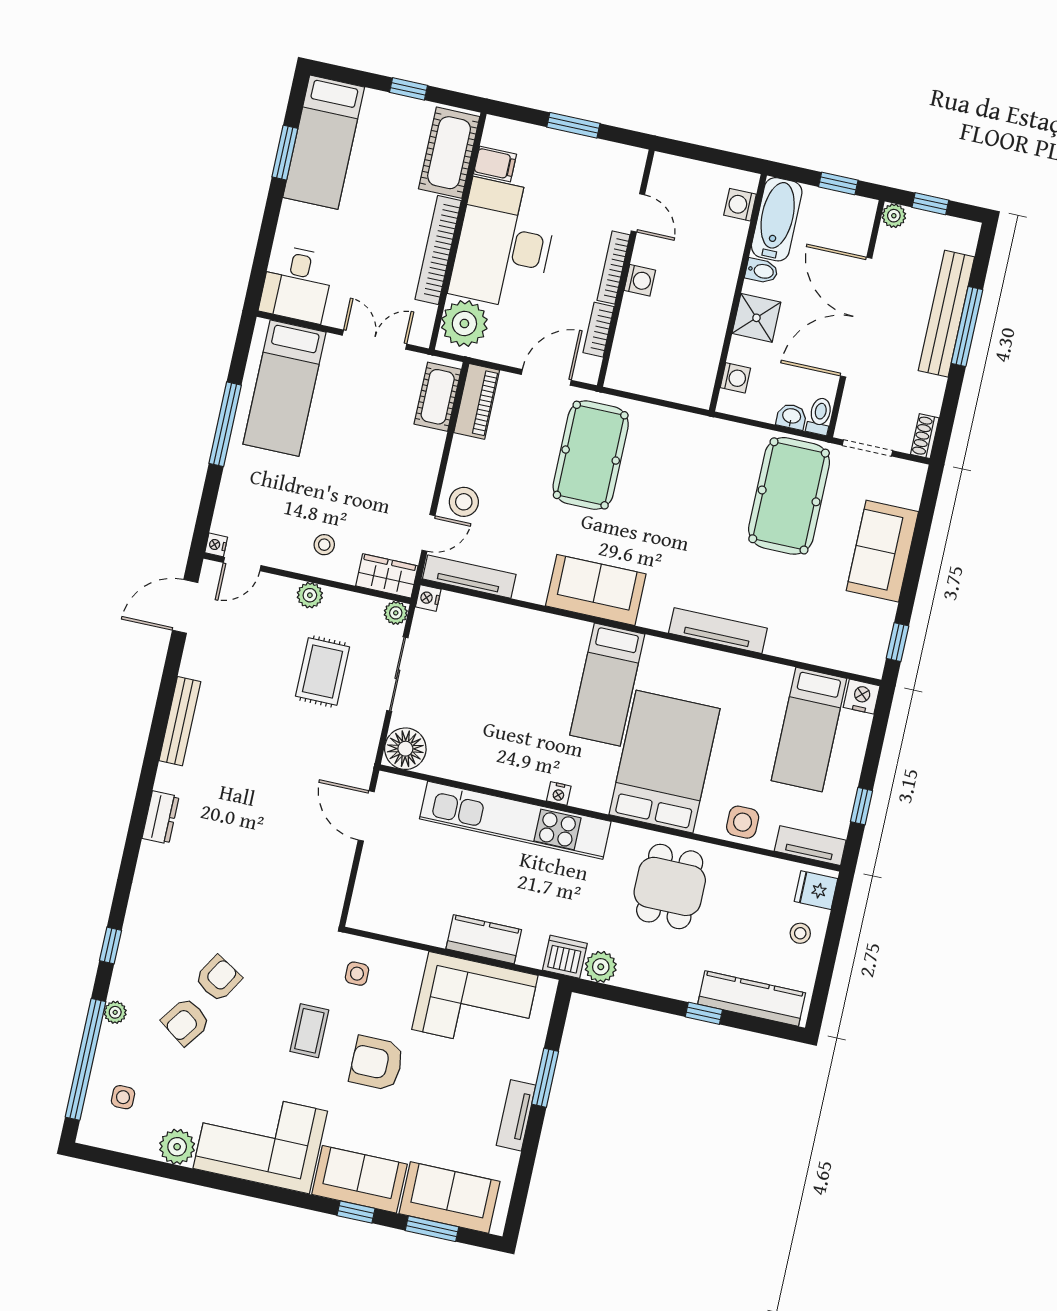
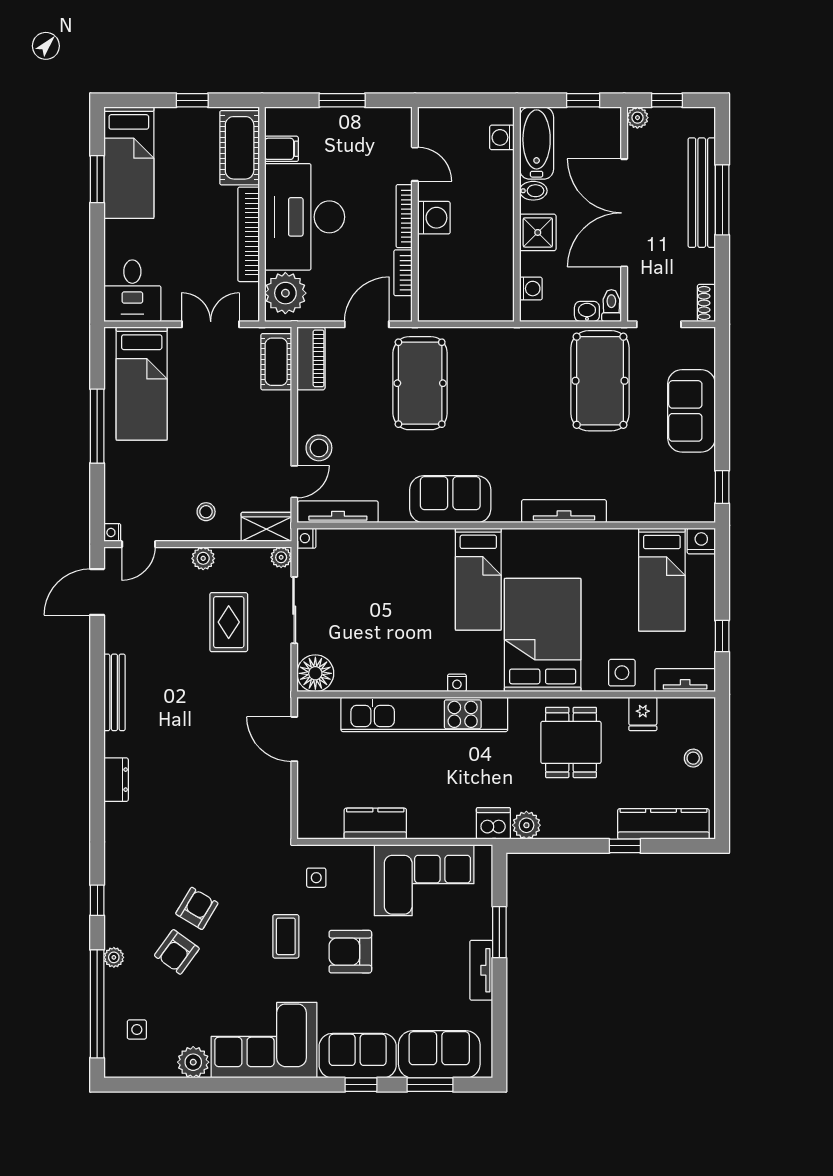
washing machine: (640, 280) -> (434, 218), width x1.38, depth x1.38
fridge: (816, 890) -> (643, 714), moved, turned -90
kitchen counter: (484, 939) -> (375, 824), moved

